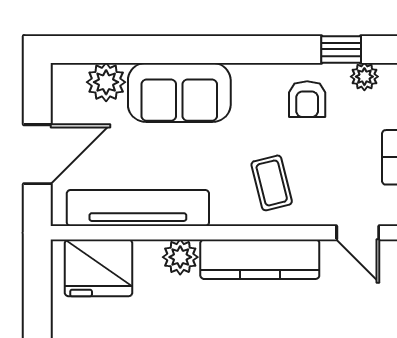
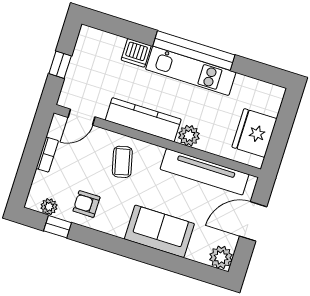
plant: (106, 82) -> (221, 257), moved
armchair: (307, 99) -> (86, 204), turned -90
door: (358, 233) -> (82, 117), swing flipped
fridge: (99, 268) -> (254, 133), moved, turned -90

